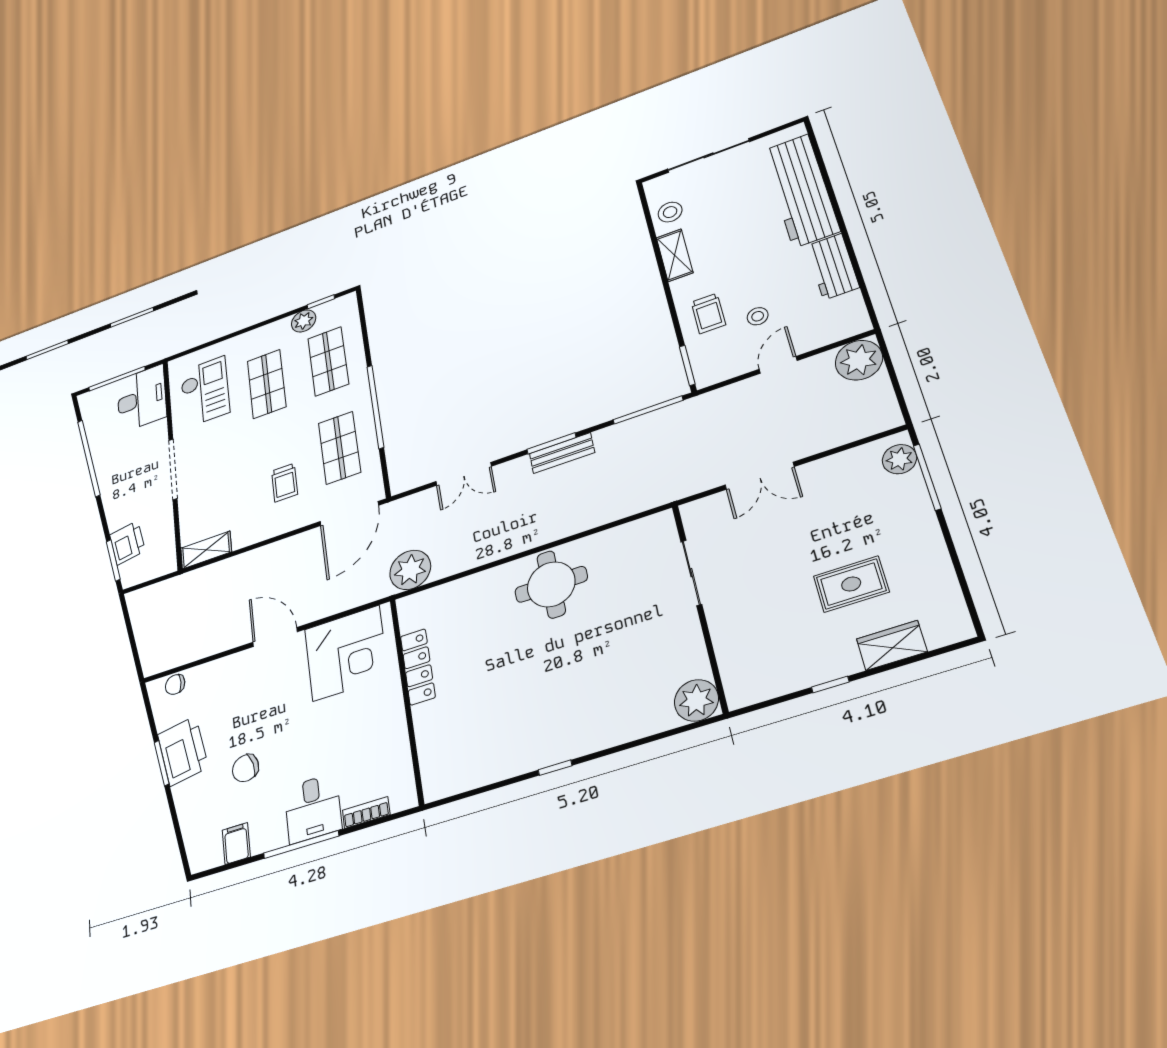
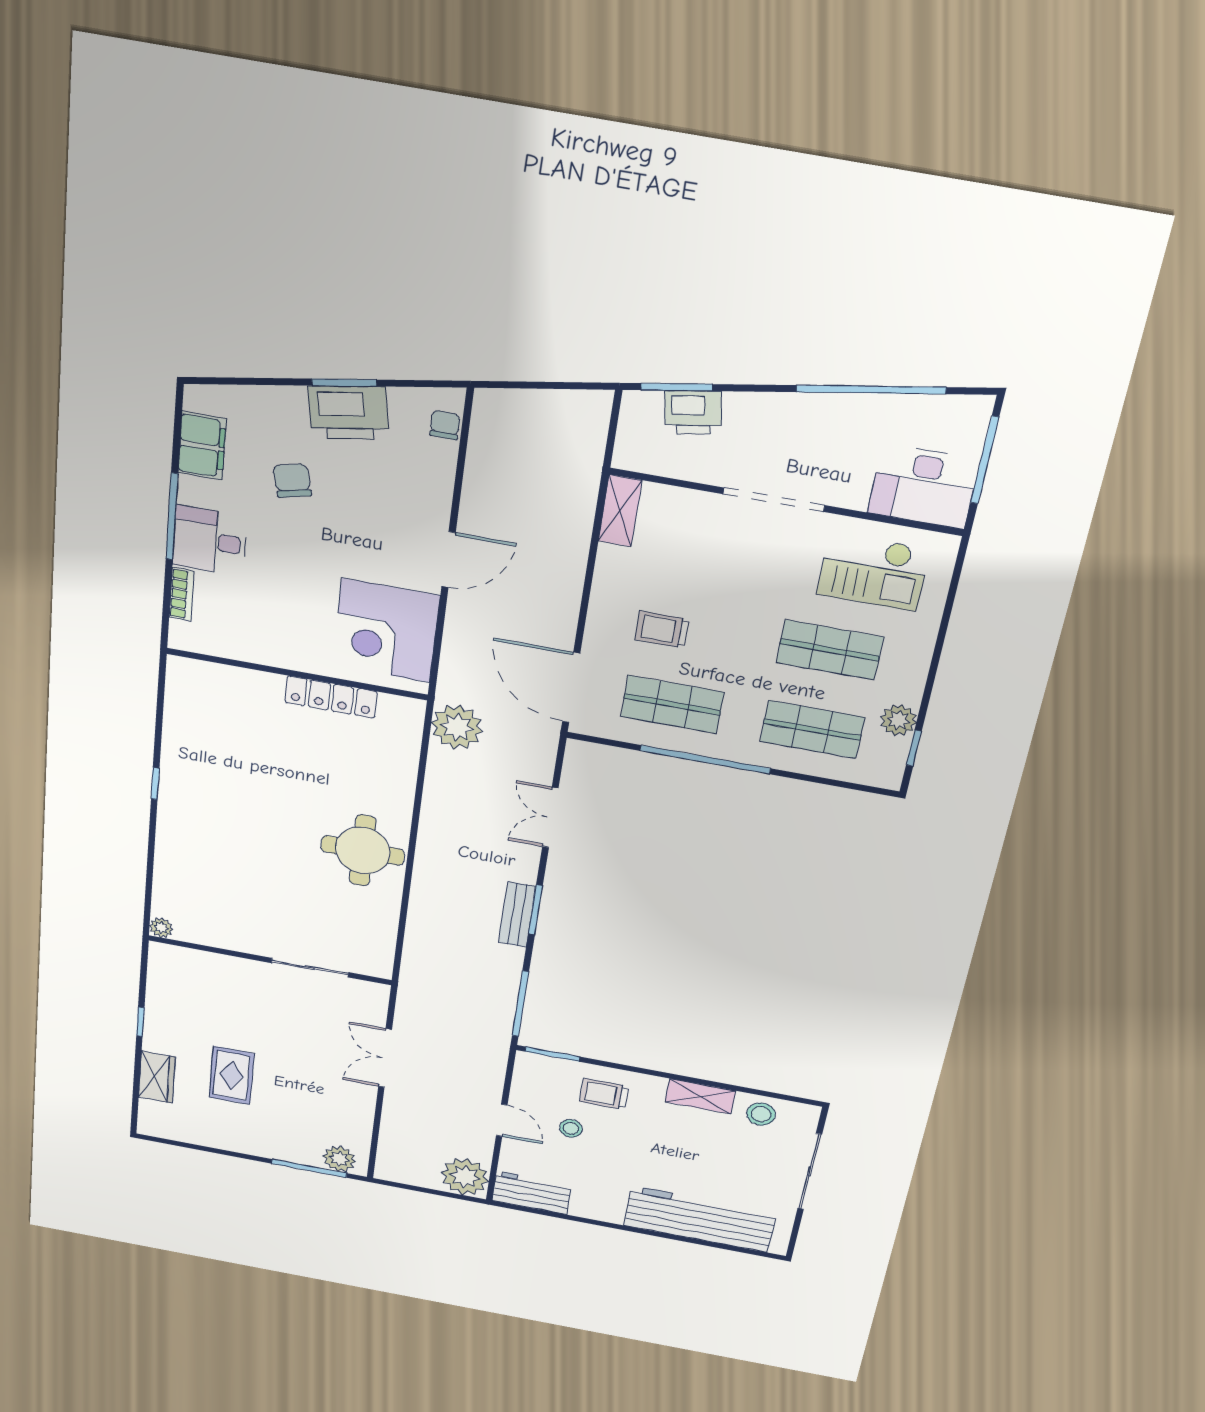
workbench: (833, 266) -> (532, 1193), moved
plant: (696, 700) -> (161, 928), width x0.53, depth x0.53
filing cabinet: (236, 843) -> (202, 446), width x2.00

